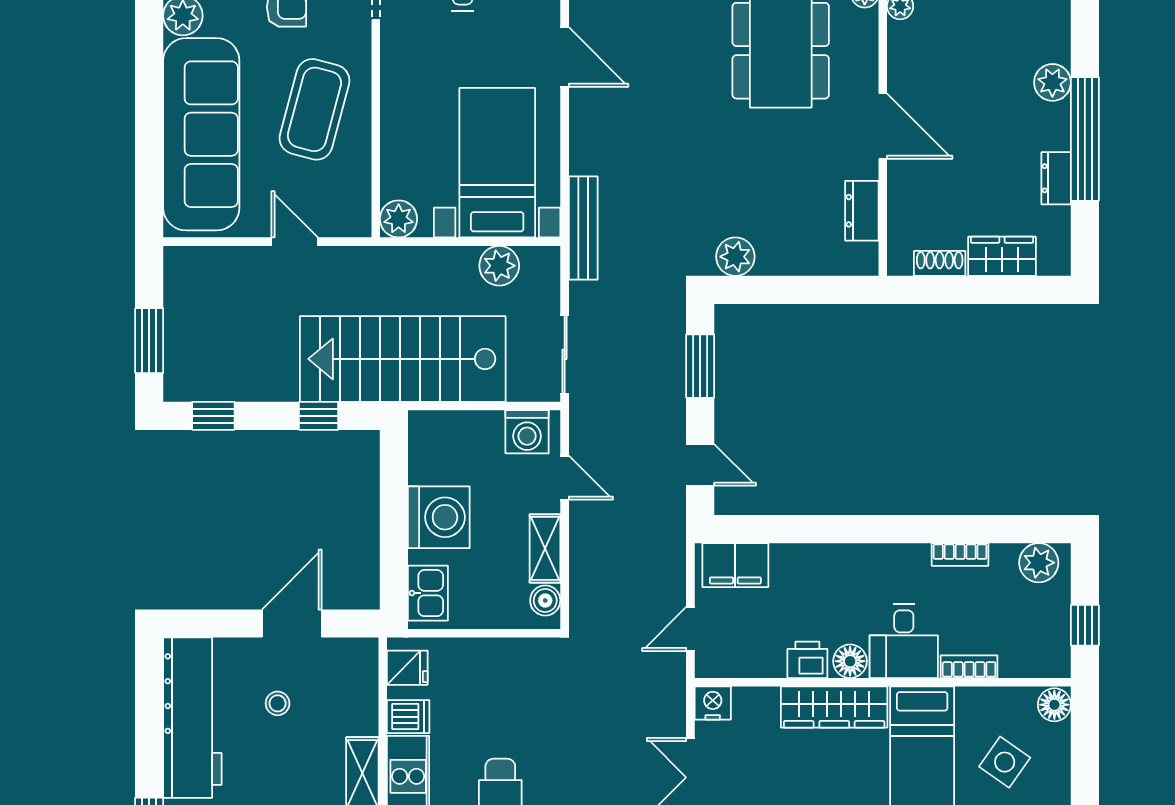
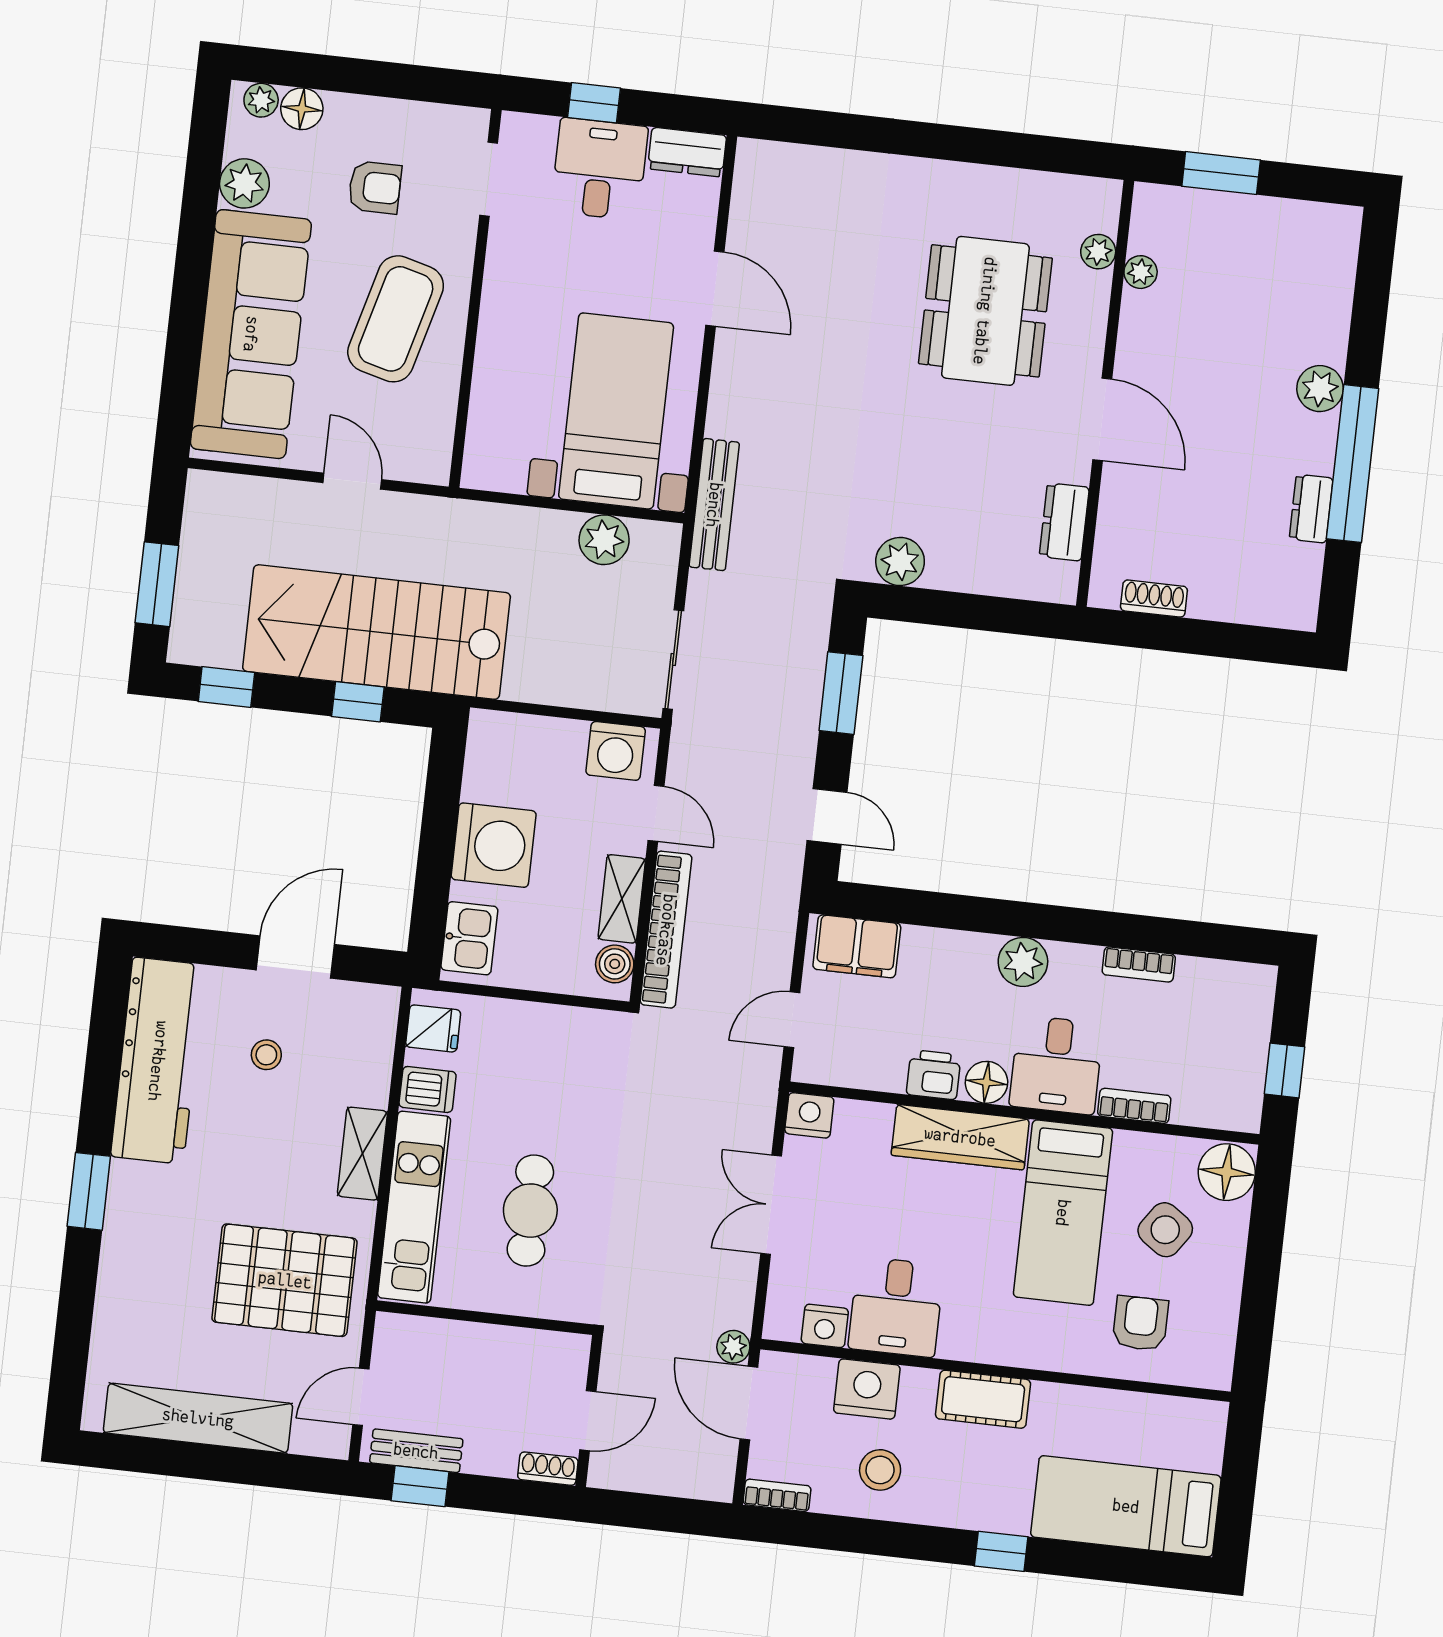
plant: (399, 219) -> (485, 467), removed
wardrobe: (1002, 256) -> (1233, 598), removed
stairs: (403, 359) -> (377, 632), moved
plant: (1039, 563) -> (1023, 962), moved
bookcase: (583, 569) -> (666, 930), added
floor lamp: (1054, 705) -> (1227, 1172), width x1.38, depth x1.38

